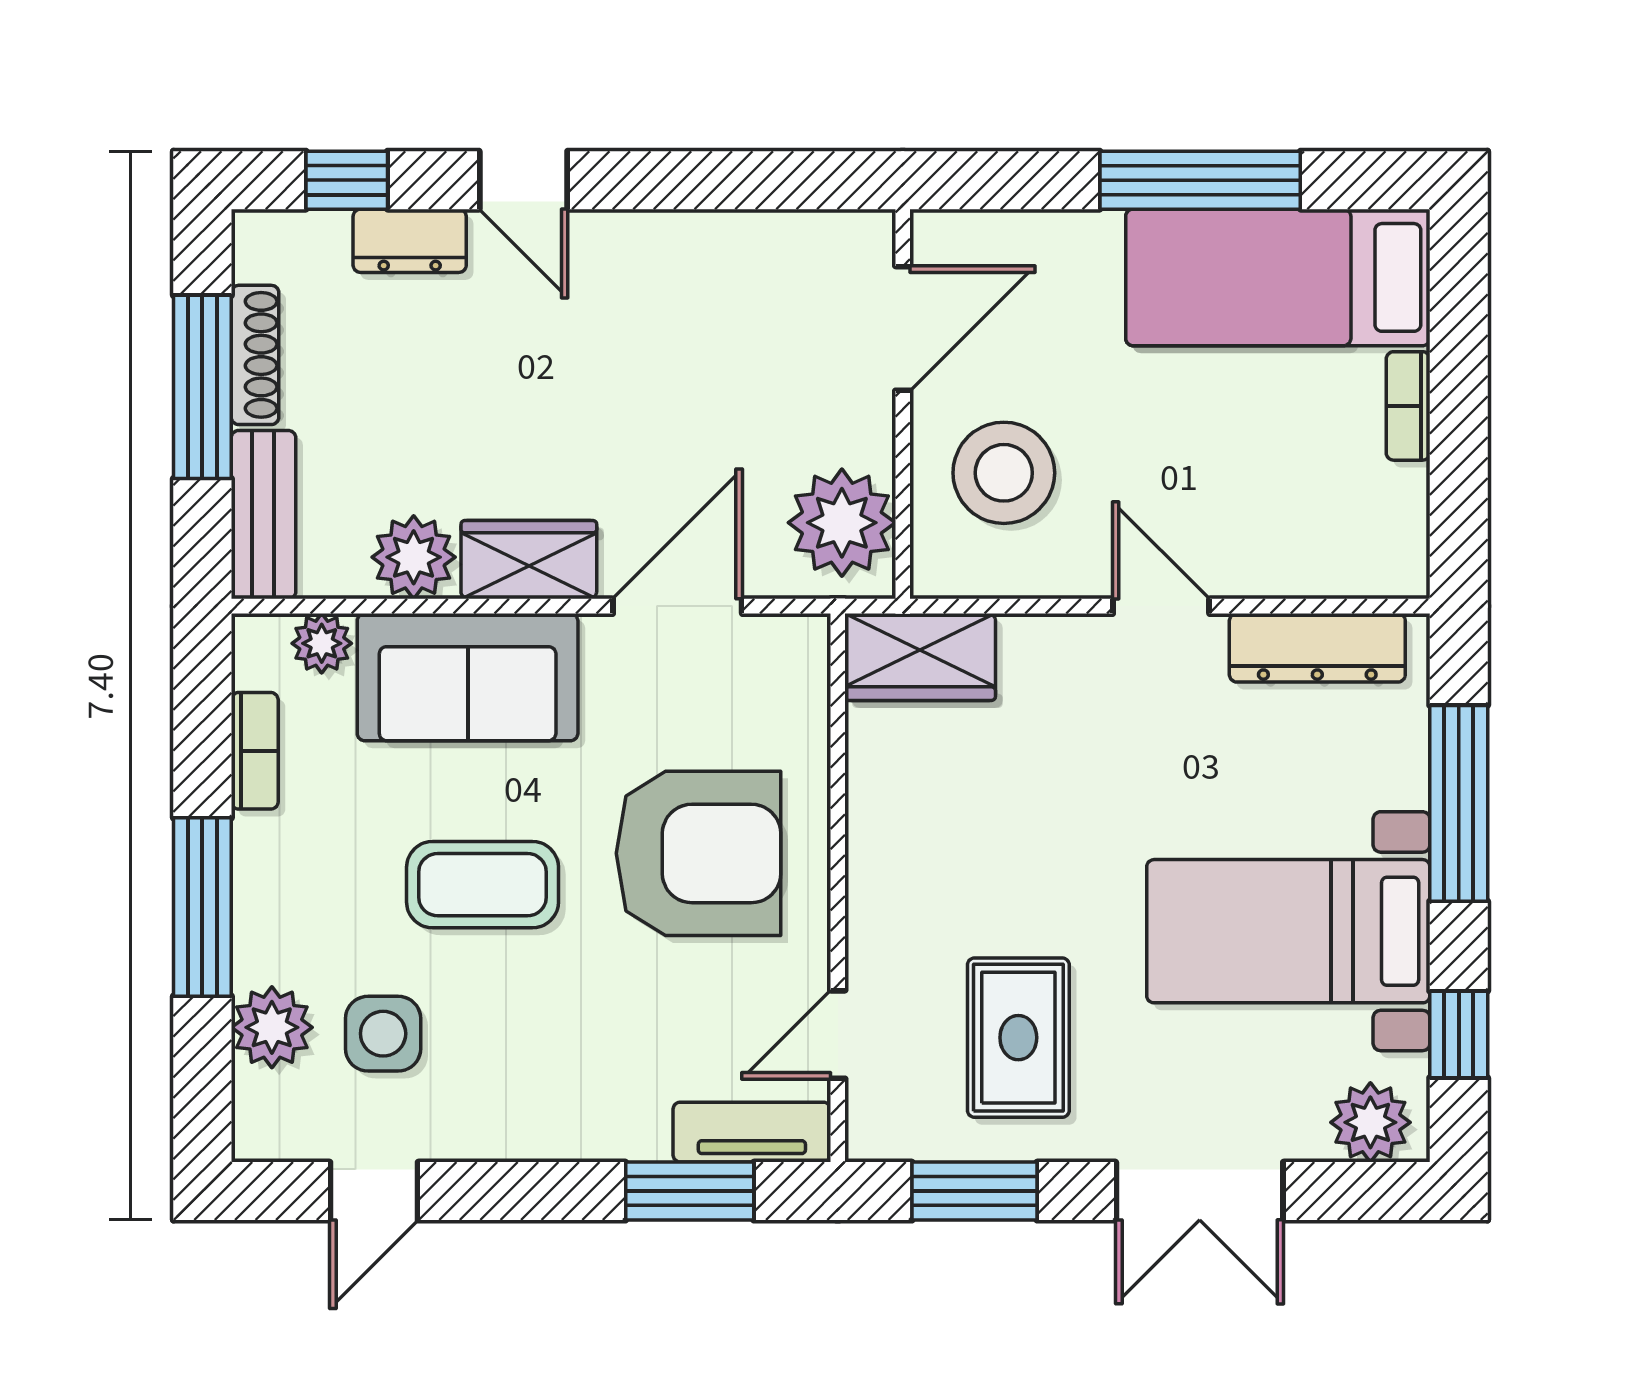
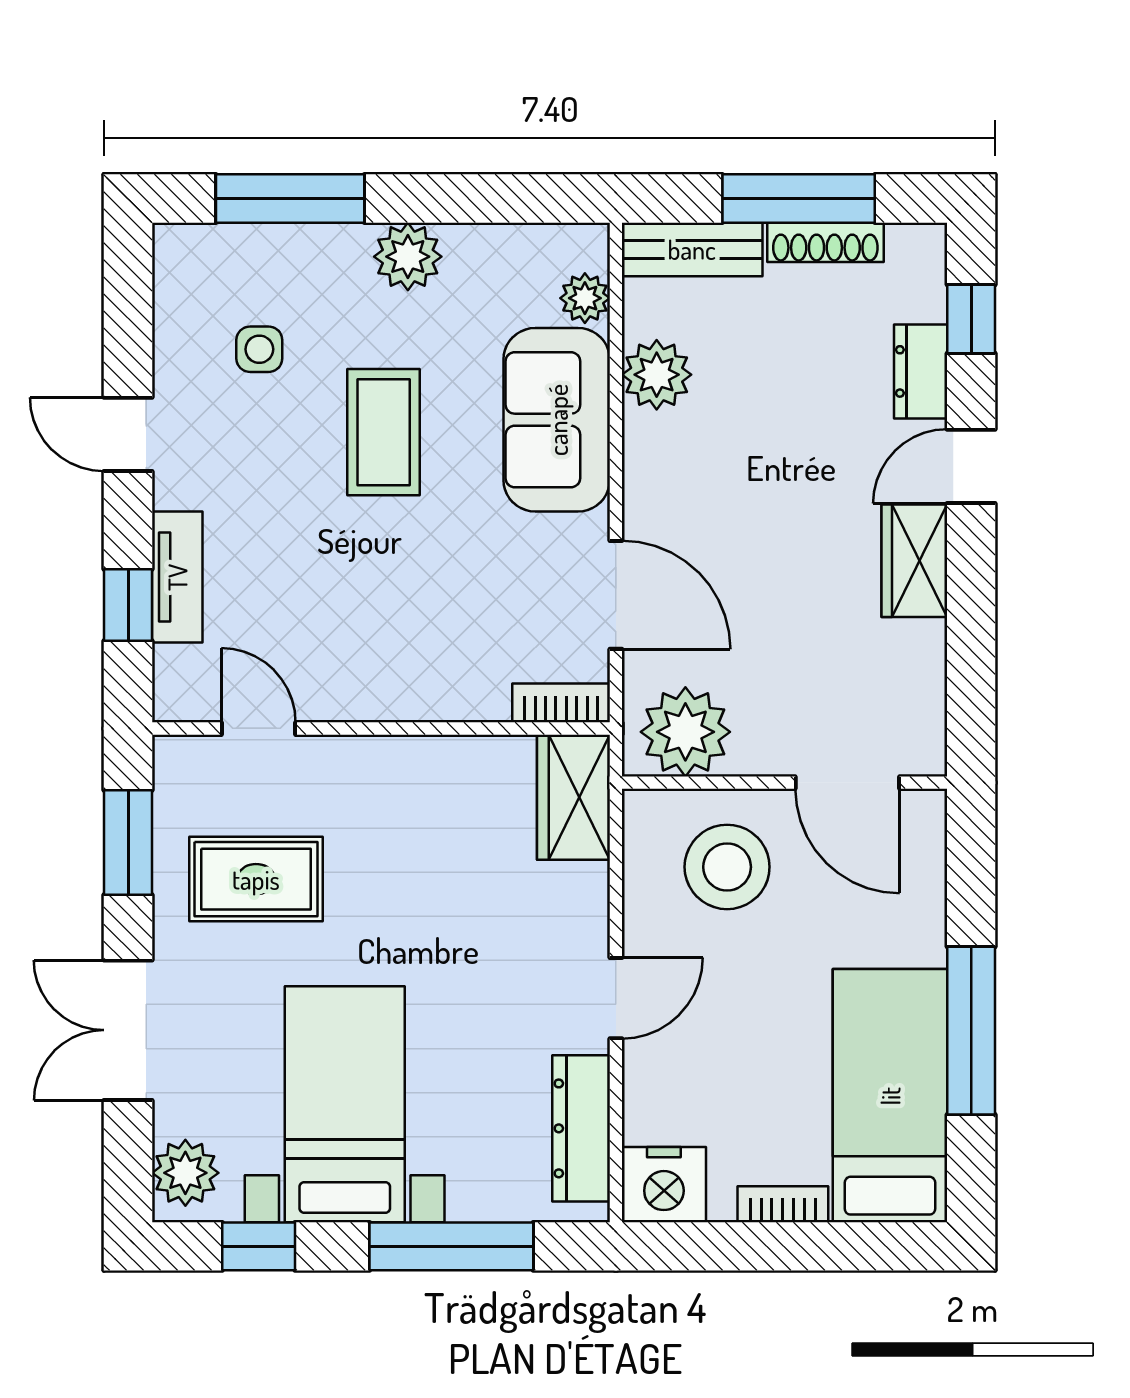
nightstand: (1385, 549) -> (664, 1185), added
wardrobe: (529, 560) -> (914, 561), moved, turned 180
bookcase: (255, 751) -> (561, 703), moved, turned 180
armchair: (699, 853) -> (410, 612), removed
window: (202, 907) -> (290, 199), moved
plant: (272, 1027) -> (408, 257), moved
side table: (383, 1034) -> (259, 349), width x0.73, depth x0.73
tv unit: (752, 1132) -> (177, 577), moved
door: (374, 1191) -> (128, 434), moved
window: (690, 1191) -> (128, 605), width x0.67

